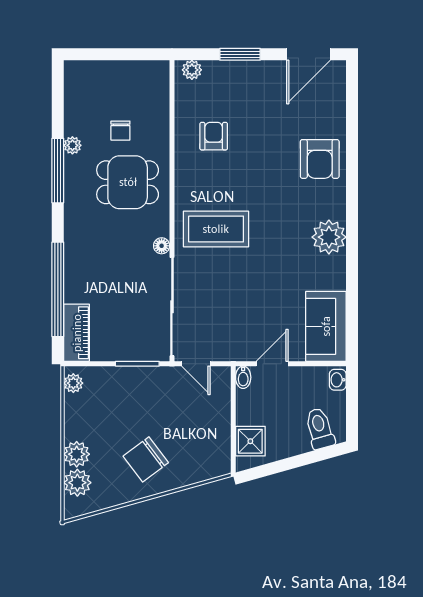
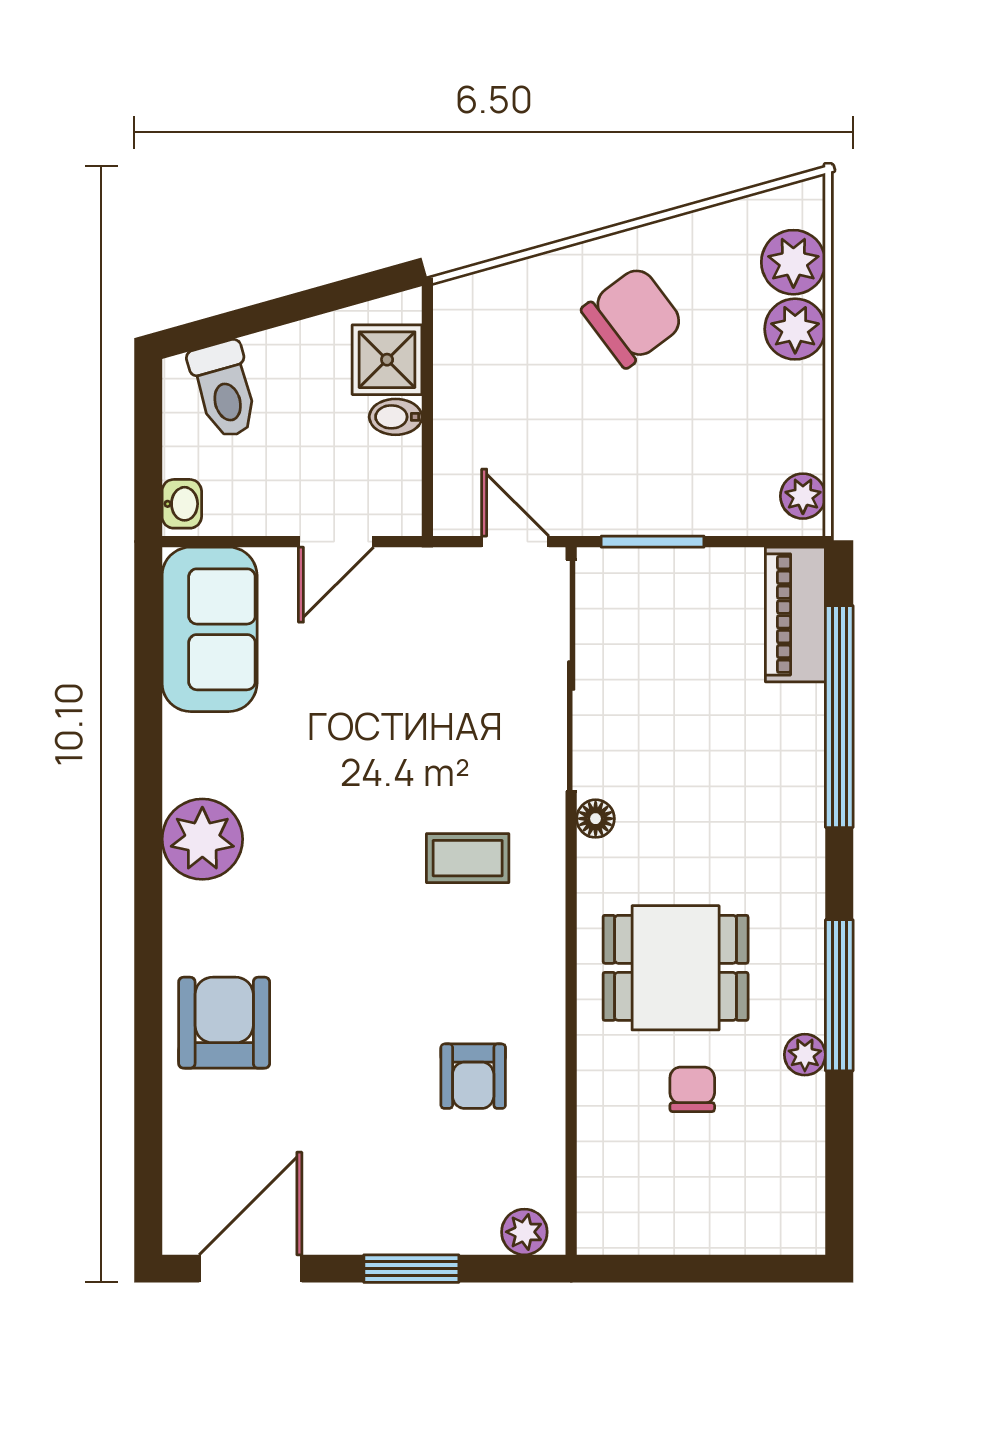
coffee table: (216, 229) -> (468, 858), width x0.54, depth x0.58
bidet: (243, 377) -> (396, 417), moved, turned -90

